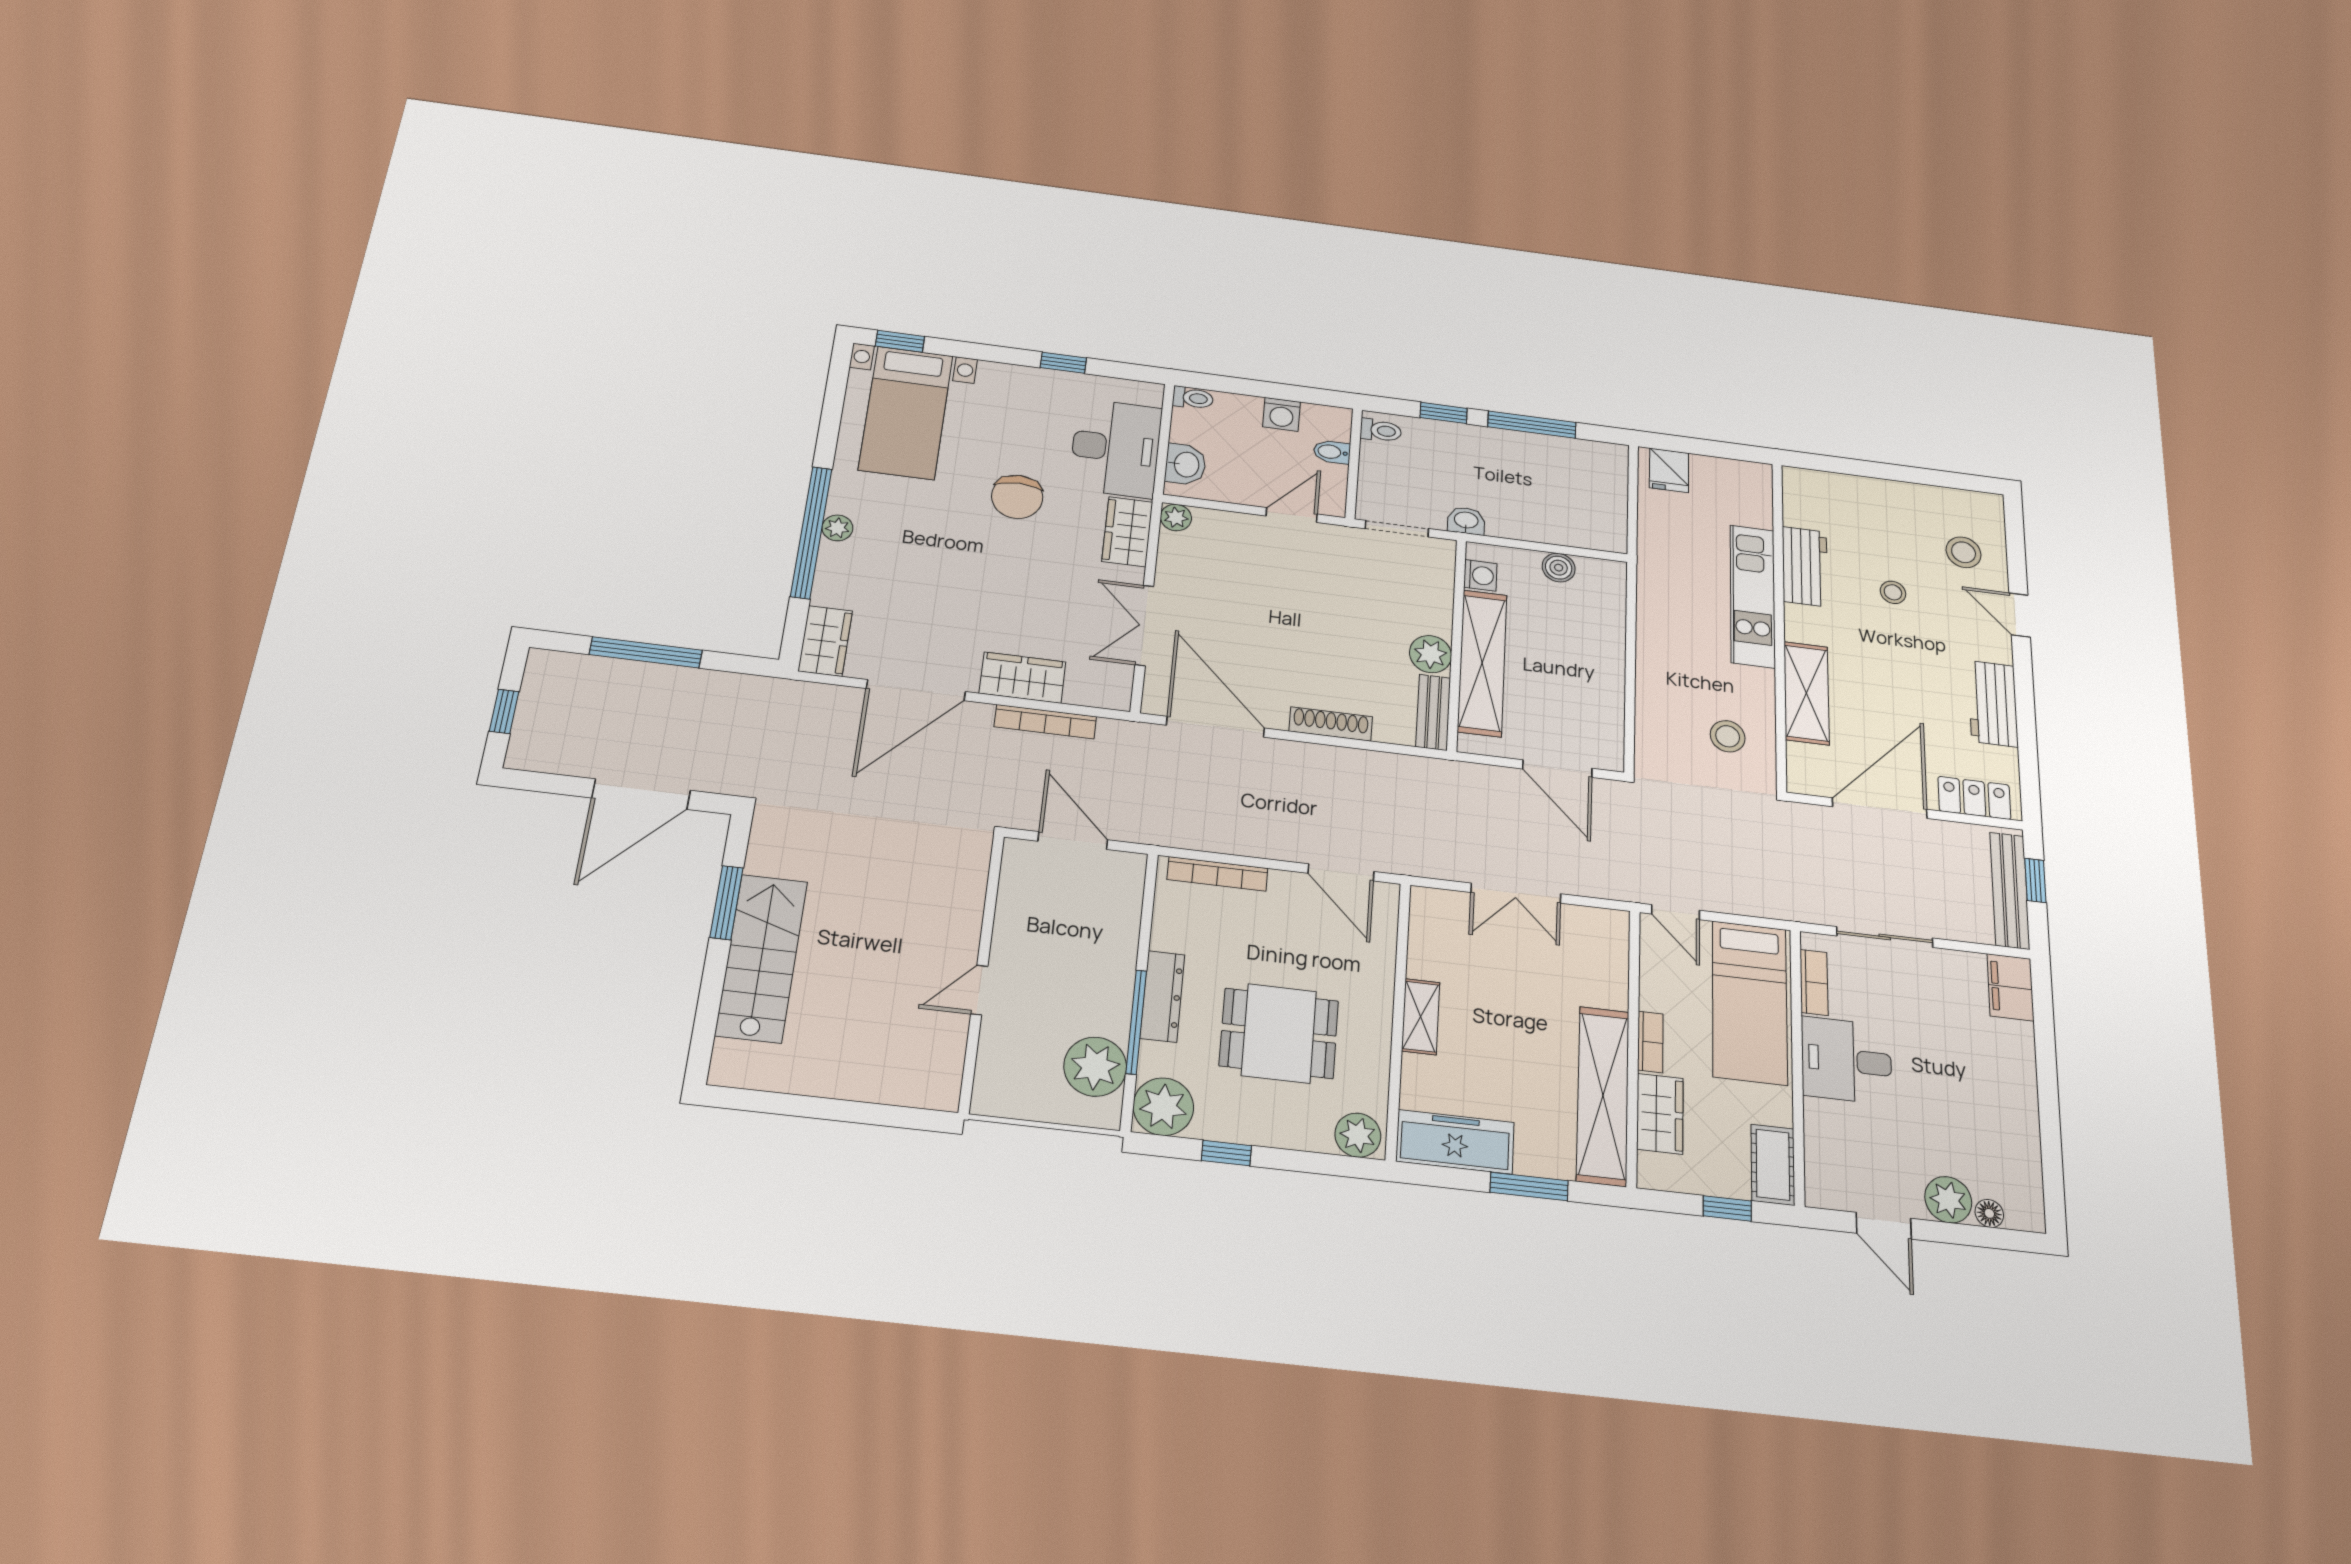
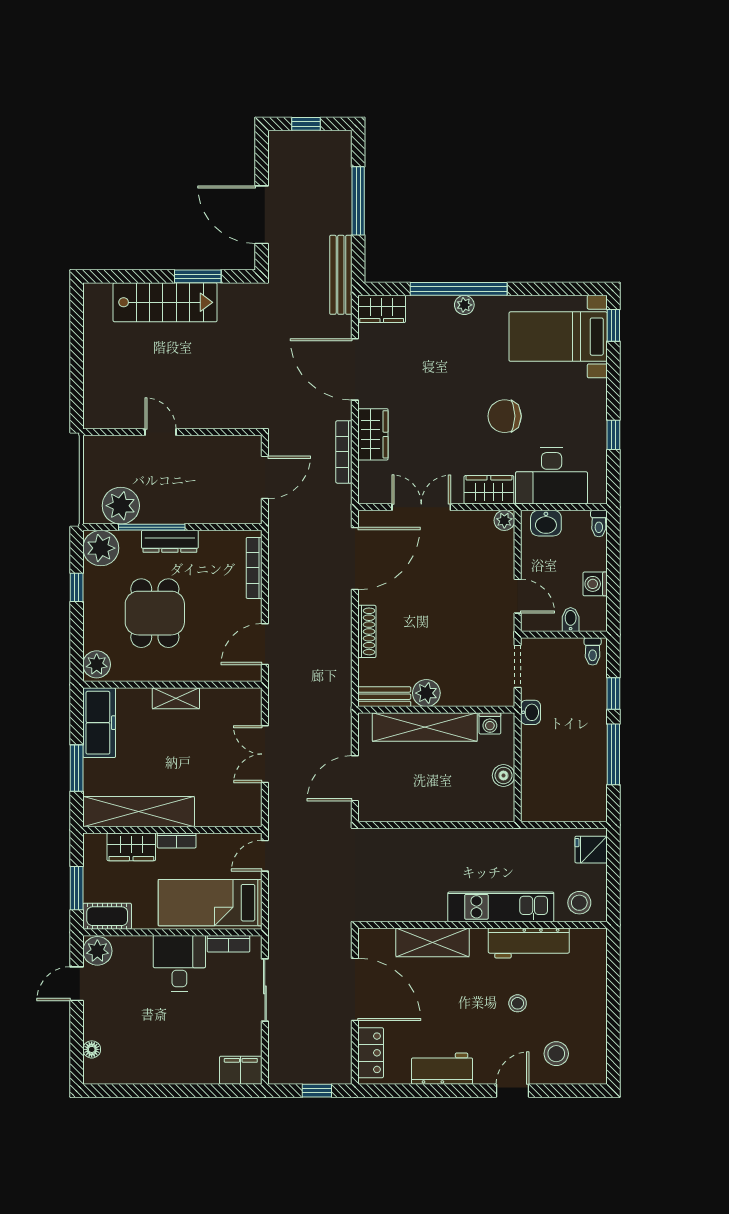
workbench: (1805, 567) -> (529, 943), width x1.38
stool: (1728, 736) -> (579, 903), moved
bench: (2010, 890) -> (341, 275), moved, turned 90
plant: (1948, 1200) -> (97, 951), moved
window: (1727, 1208) -> (77, 888), width x1.50

